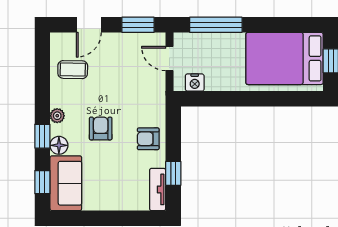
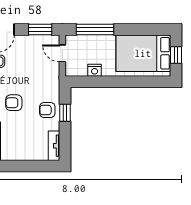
nightstand: (195, 83) -> (95, 70), moved
armchair: (101, 128) -> (14, 103), turned -90
window: (173, 173) -> (65, 113), moved

